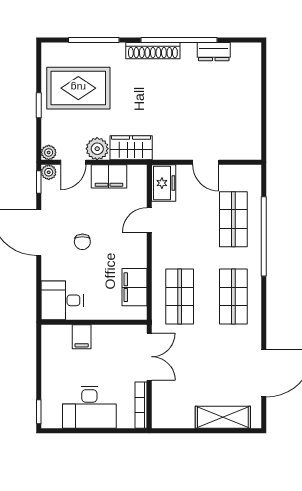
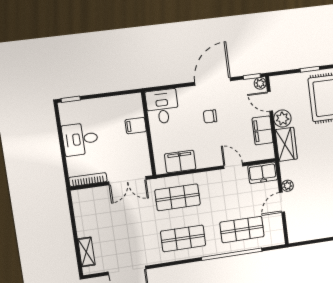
plant: (49, 152) -> (288, 186), moved
desk: (89, 407) -> (80, 139), width x0.73
shelving: (223, 417) -> (86, 252), width x0.67, depth x0.75

